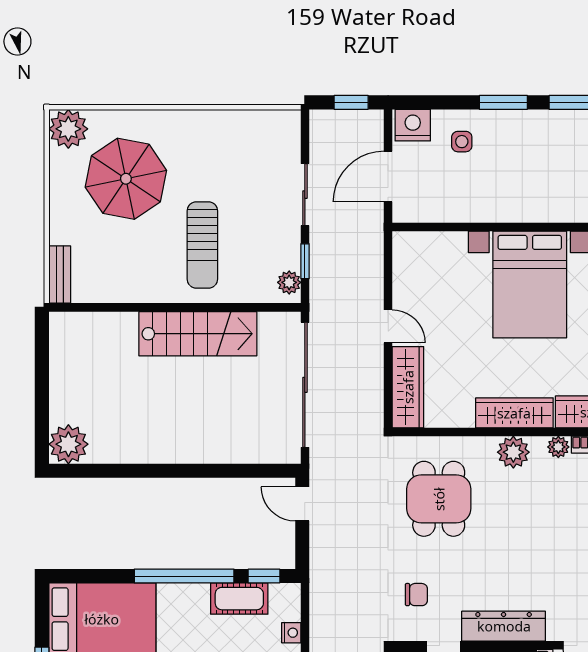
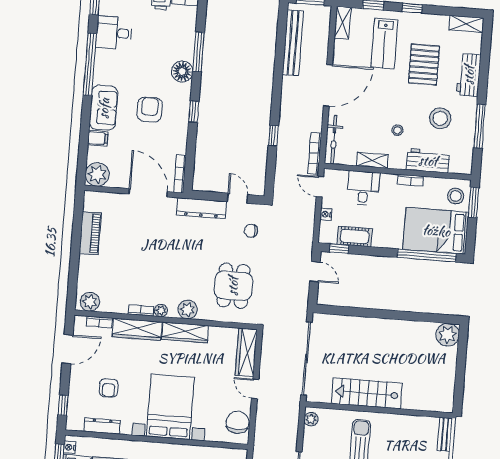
window: (305, 261) -> (301, 431), removed
chair: (414, 267) -> (237, 422), added
door: (302, 504) -> (315, 272), moved
window: (184, 576) -> (427, 255), moved

